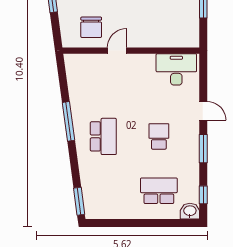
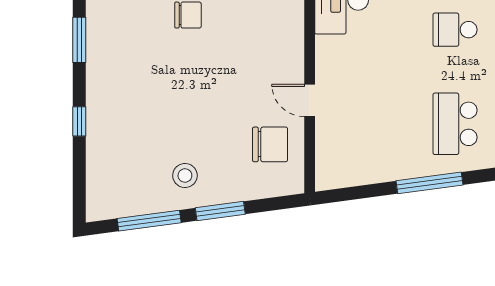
school desk: (103, 136) -> (455, 124), turned -90

